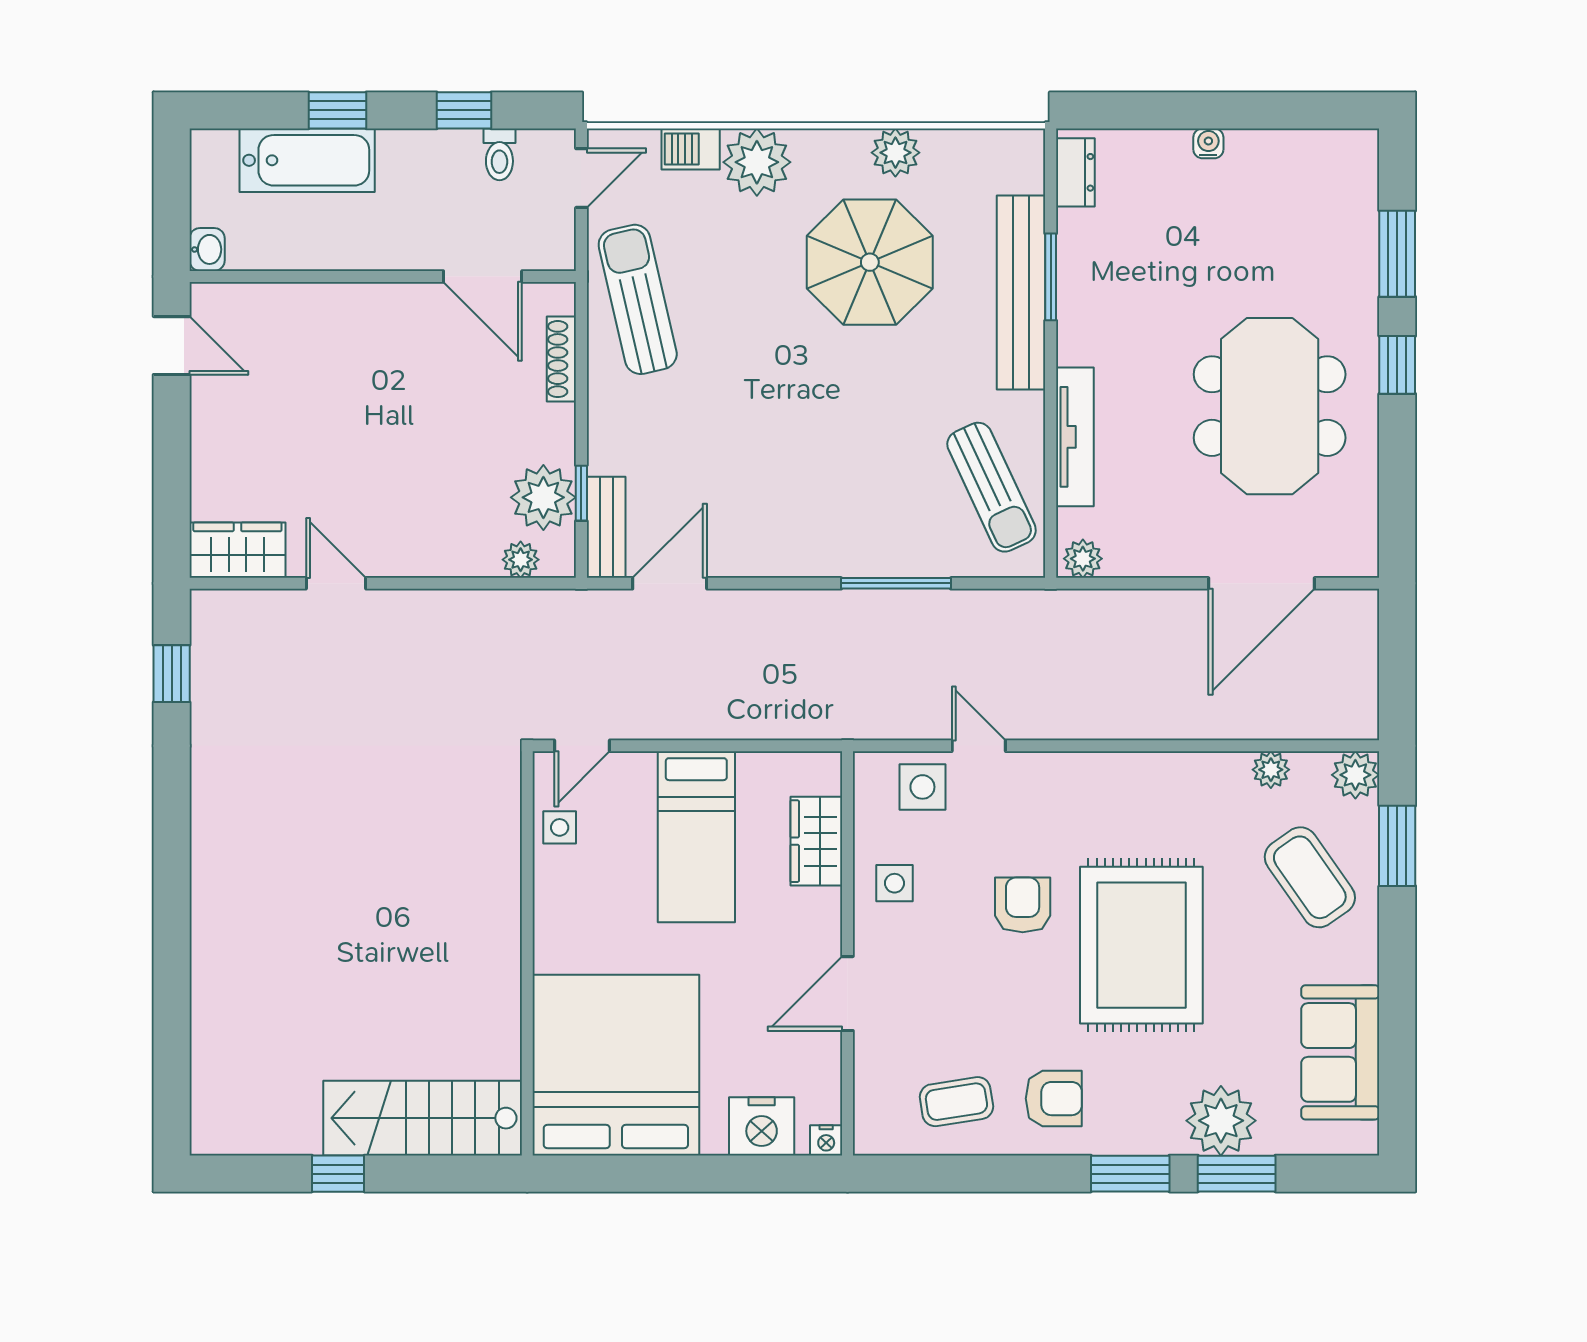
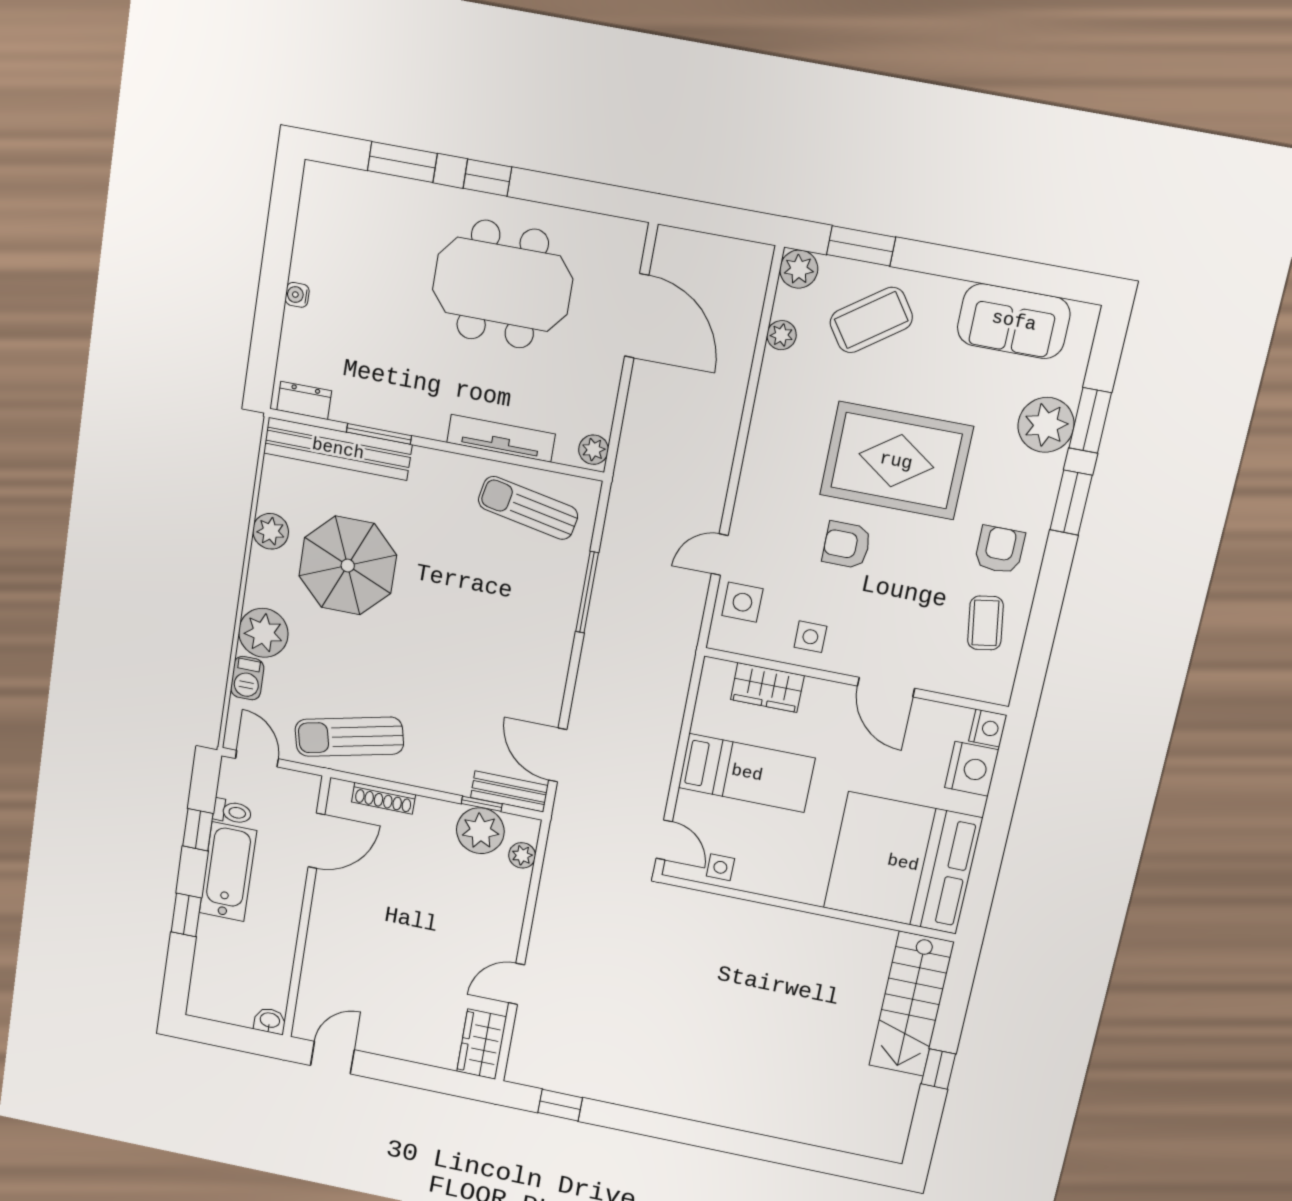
bathtub: (307, 160) -> (228, 872), moved
bench: (1021, 293) -> (338, 449), moved
sun lounger: (992, 487) -> (528, 508), turned -144
nightstand: (826, 1140) -> (988, 728), width x1.39, depth x1.35

